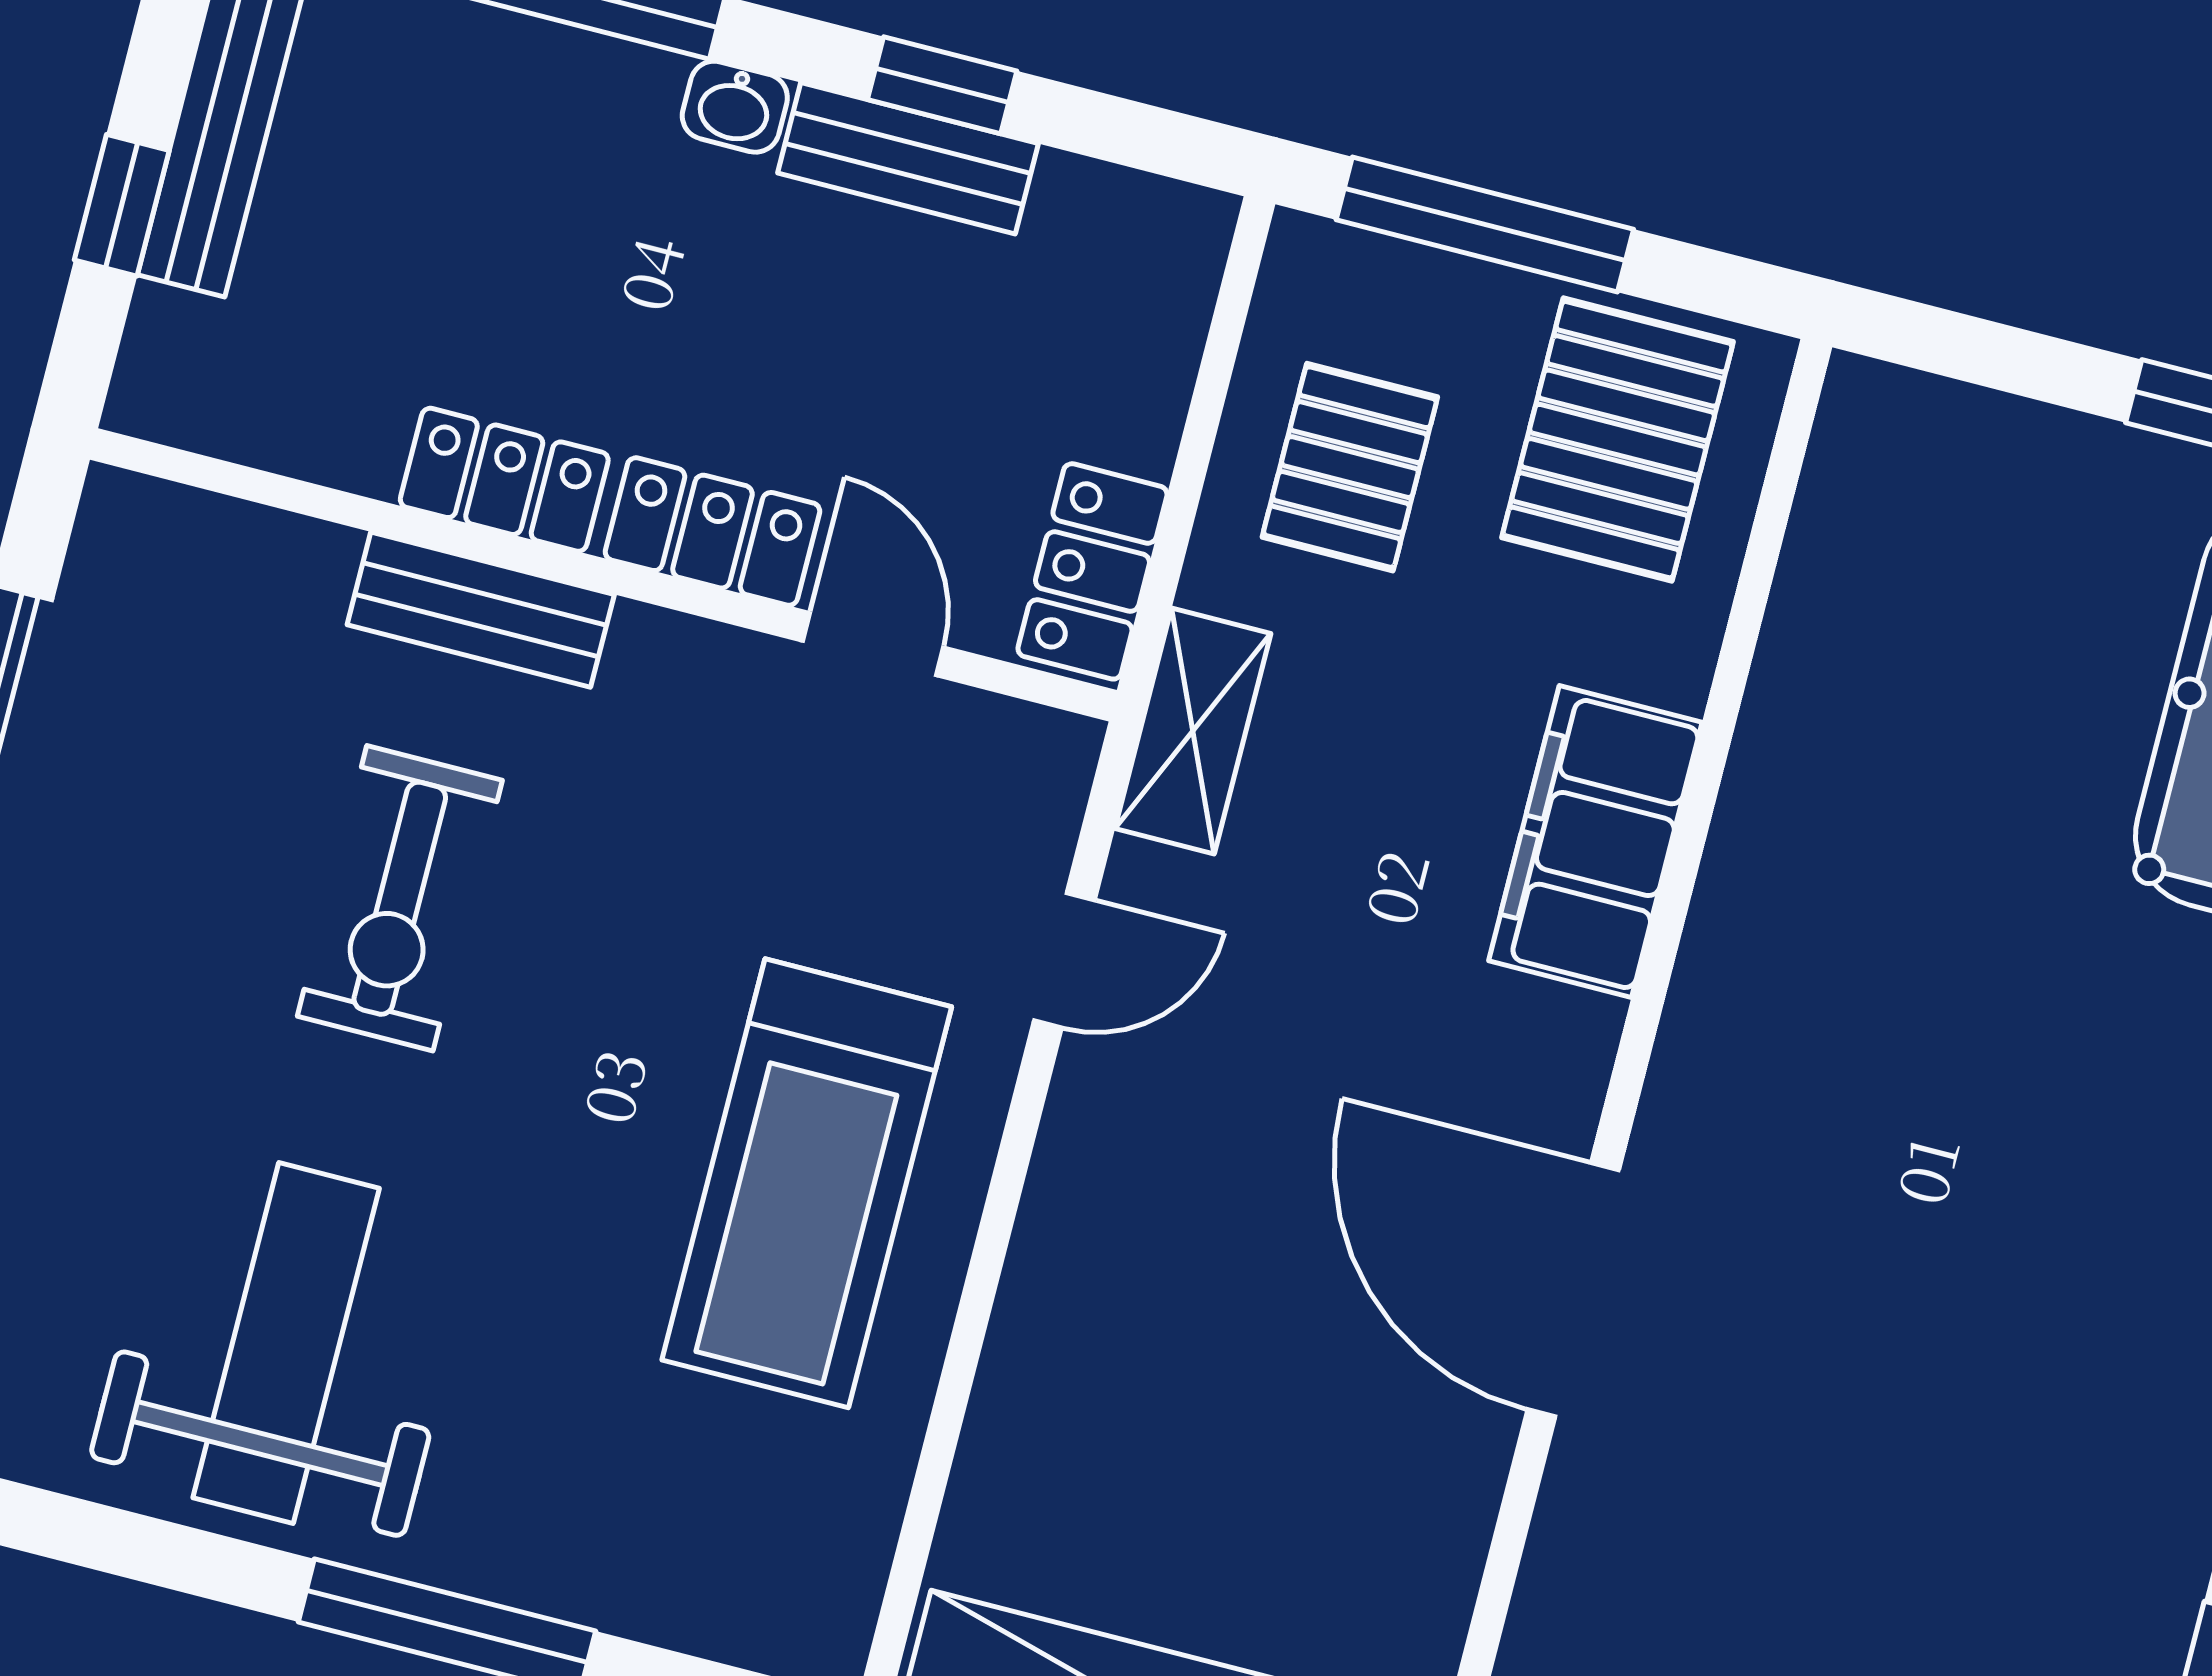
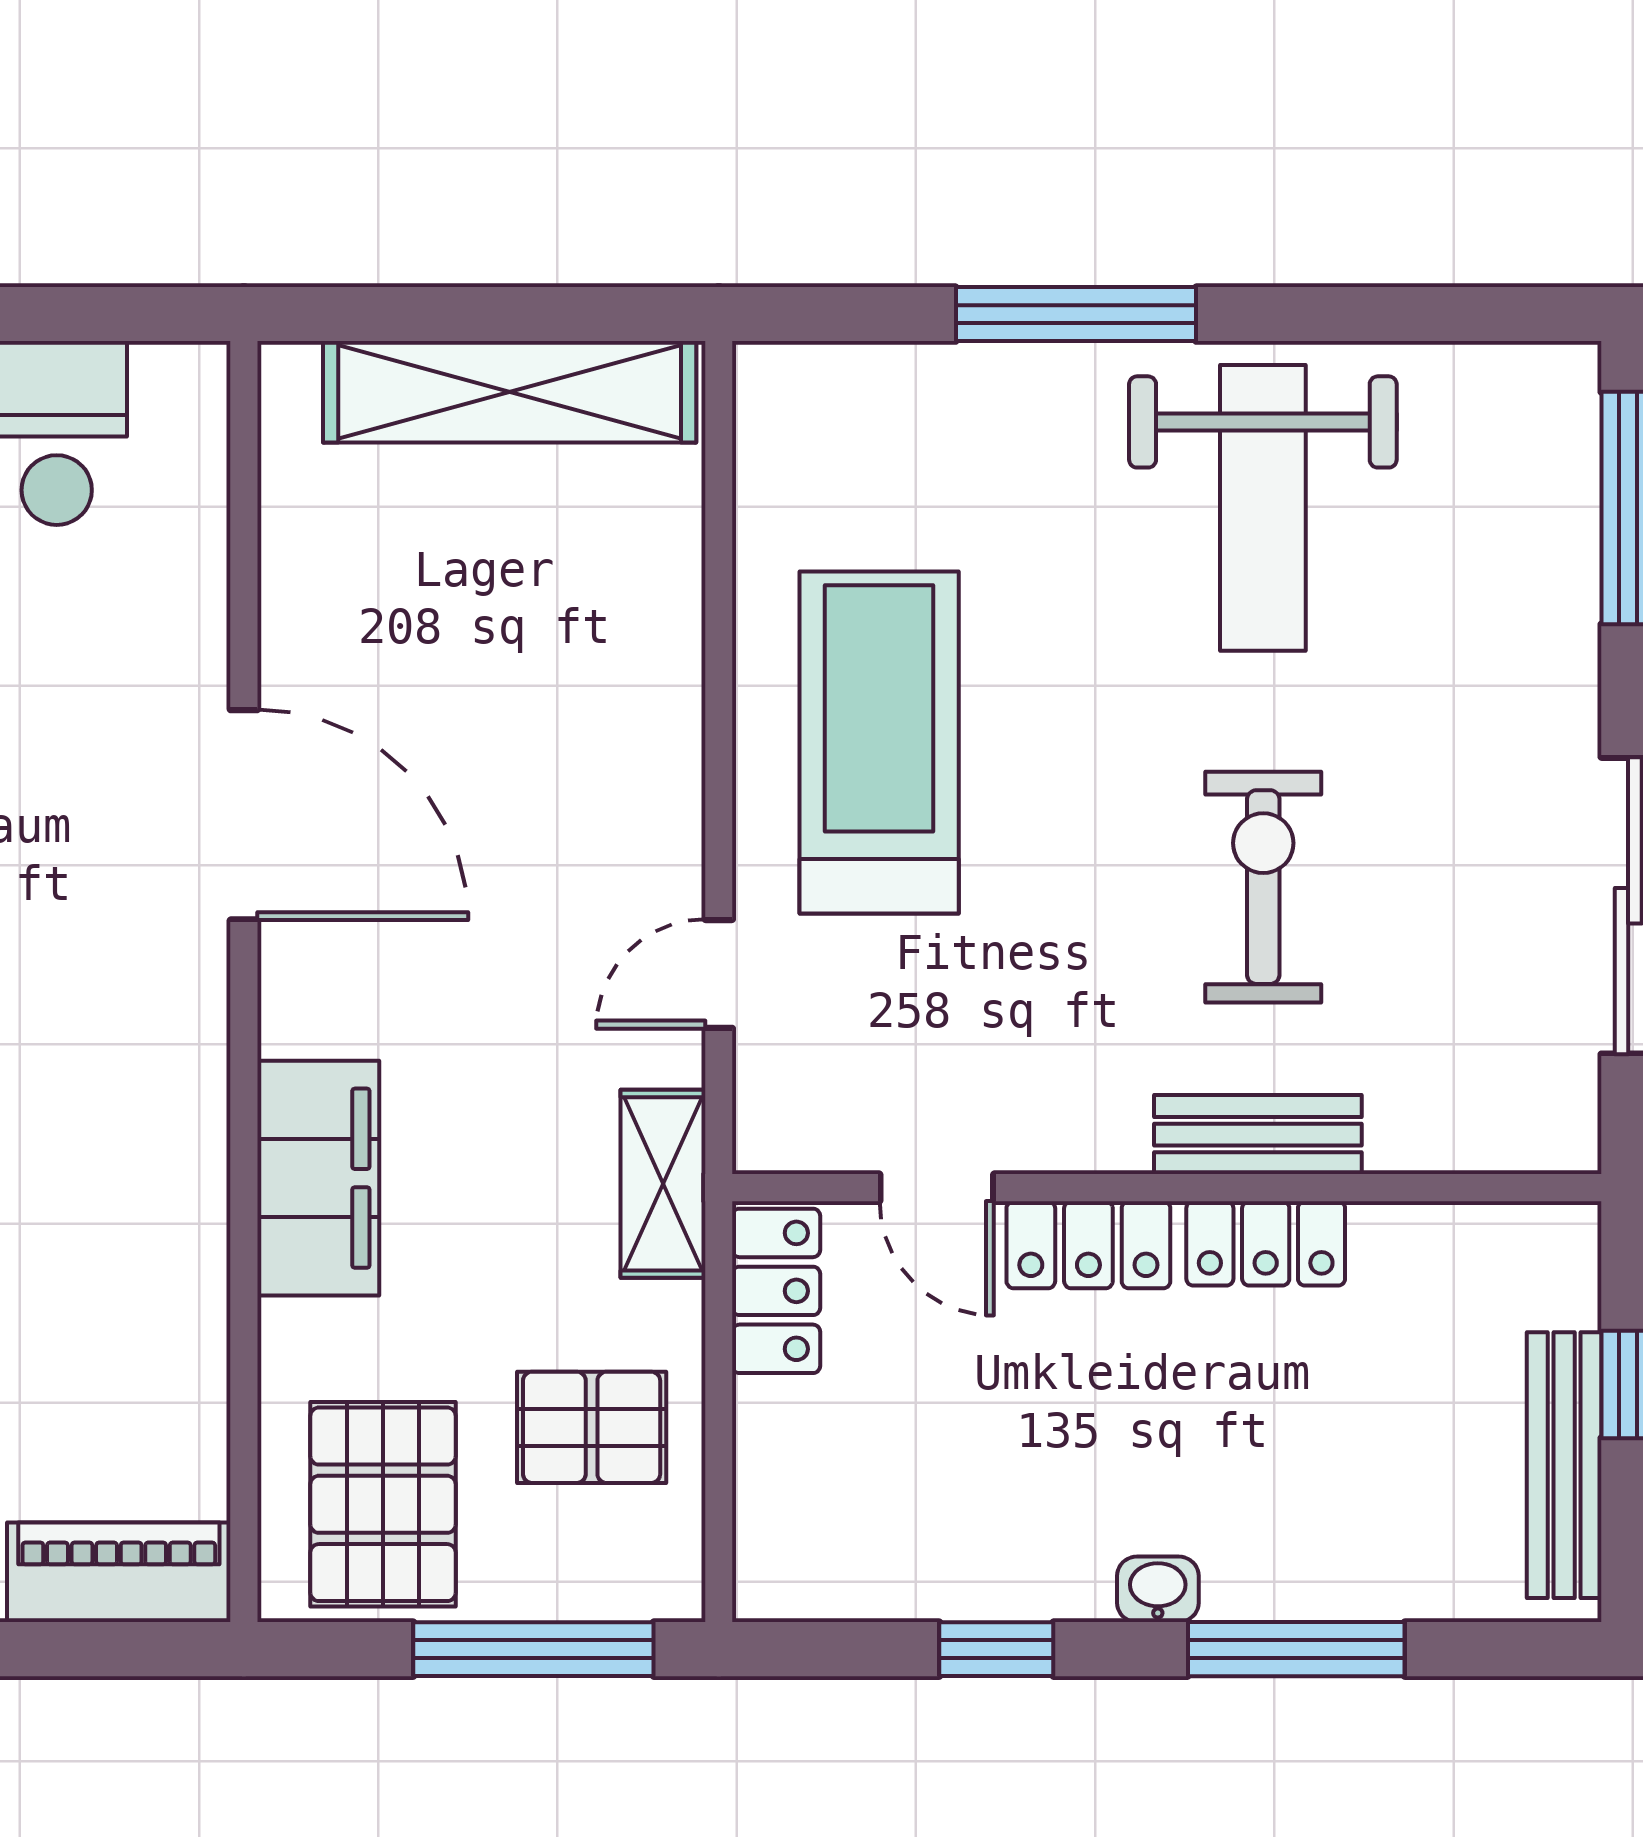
bench: (908, 158) -> (1009, 1584), removed
piano: (1948, 439) -> (119, 1572), added
pallet: (1350, 467) -> (592, 1427), turned 90

